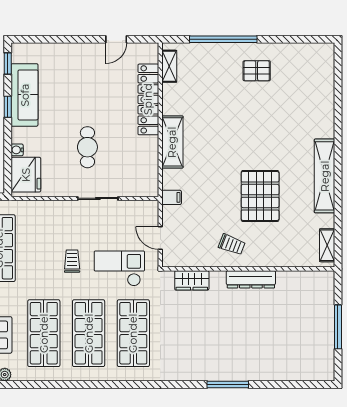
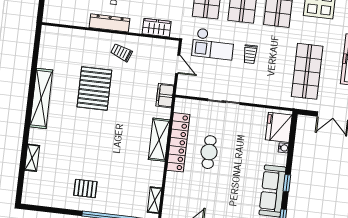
locker: (148, 99) -> (178, 142), moved
cafe table: (87, 147) -> (209, 152), moved
filing cabinet: (172, 197) -> (165, 96), width x2.00
shelving: (327, 245) -> (32, 158), moved

